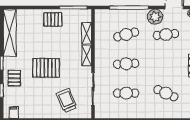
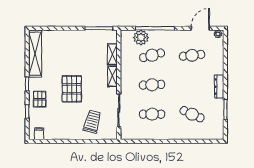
plant: (155, 17) -> (141, 37), moved
pallet: (53, 19) -> (78, 40), removed
pallet: (46, 68) -> (72, 89), turned 90
trolley: (67, 100) -> (92, 122), turned 38

